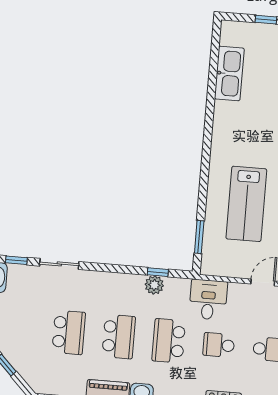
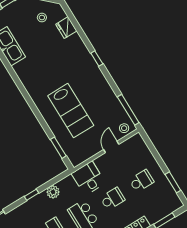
window: (158, 272) -> (32, 195), moved
school desk: (219, 345) -> (112, 199), turned 180

